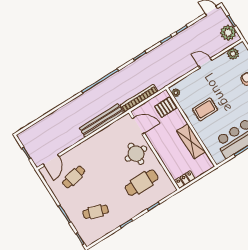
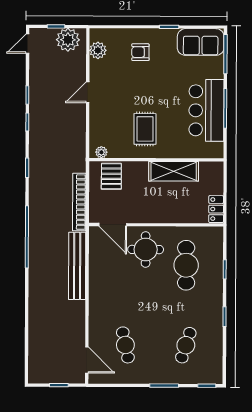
door: (138, 126) -> (113, 225), swing flipped

